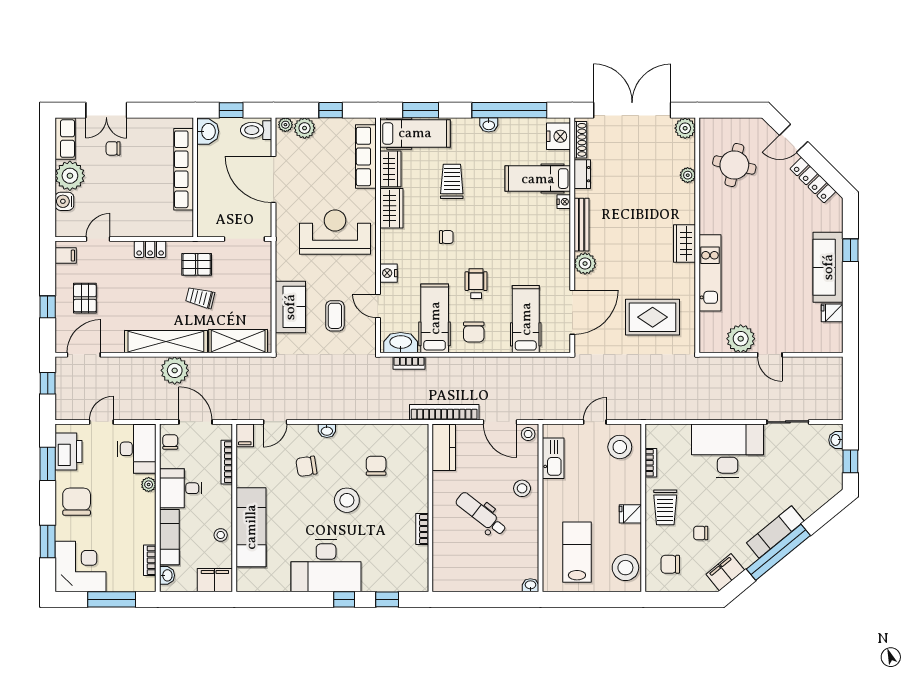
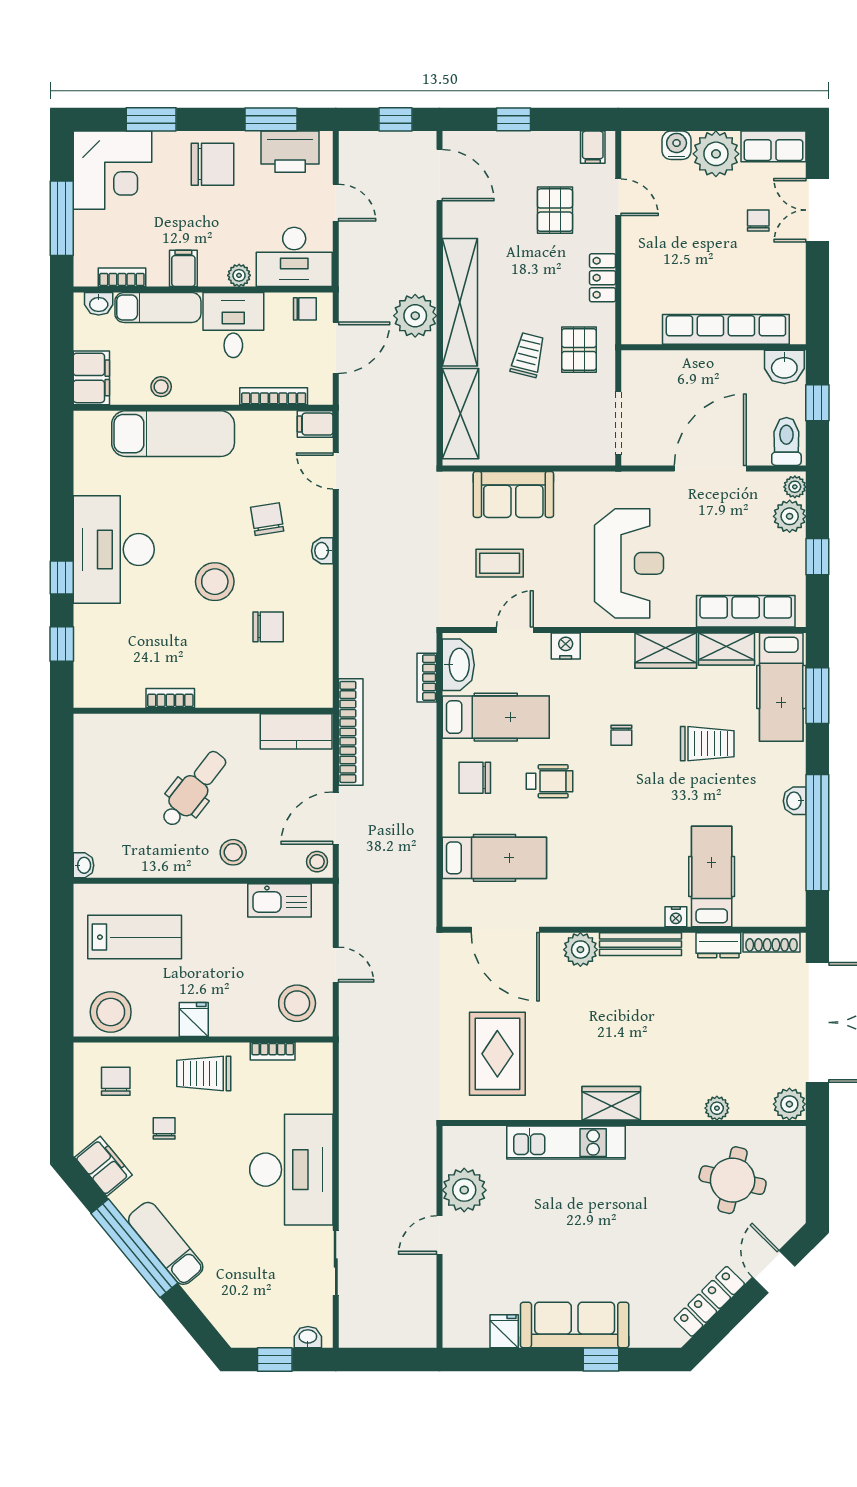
nightstand: (558, 136) -> (777, 908), removed
pallet: (85, 298) -> (555, 210), moved, turned 90
filing cabinet: (144, 521) -> (183, 268), added

